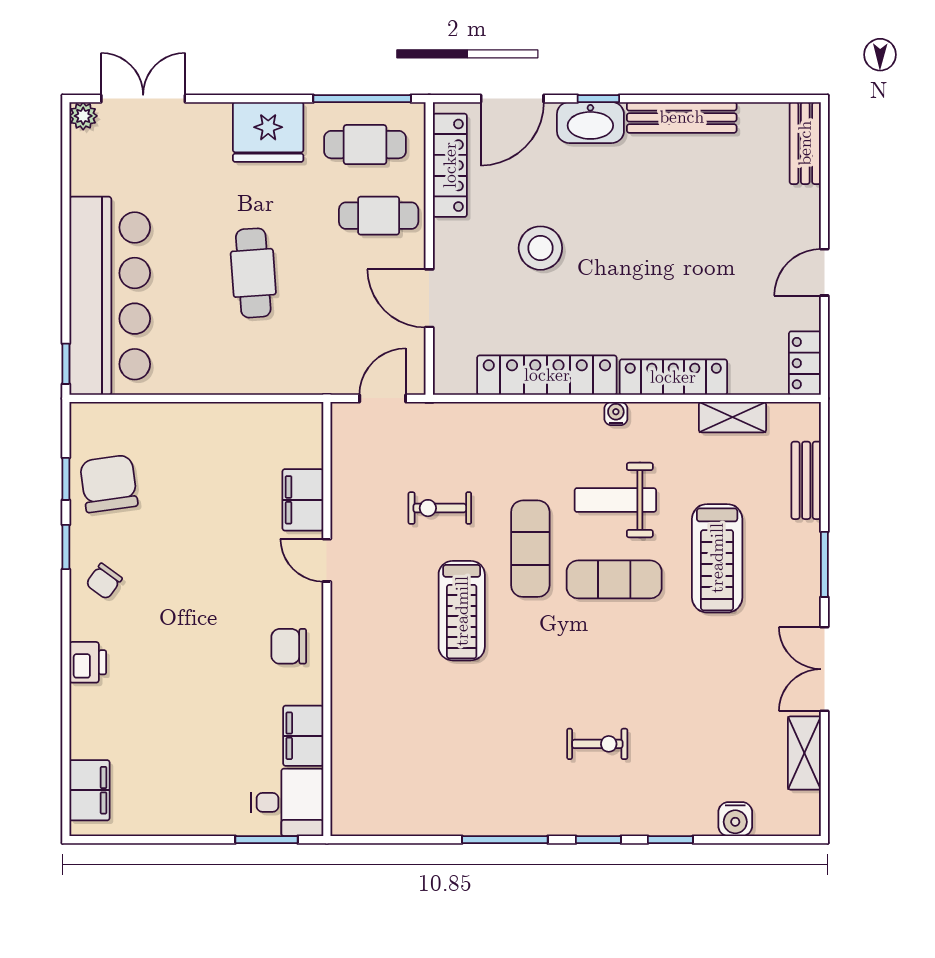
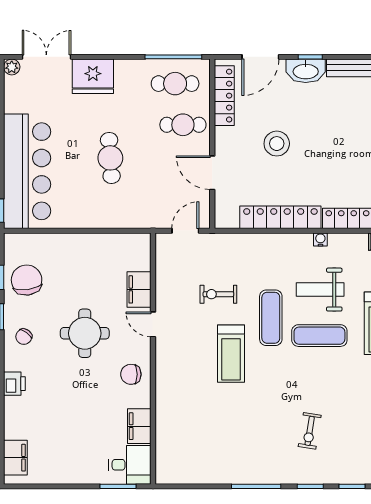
fridge: (268, 132) -> (93, 76), moved
round table: (209, 575) -> (85, 333), added
exercise bike: (597, 744) -> (310, 431), turned 99

